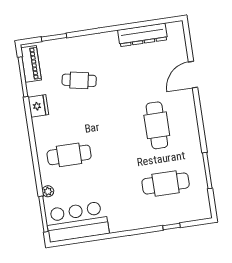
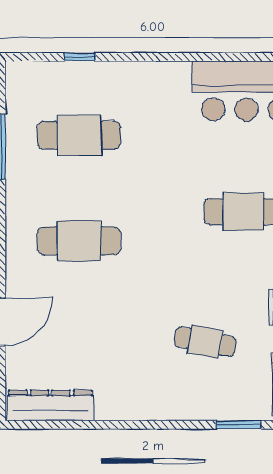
dresser: (143, 35) -> (50, 406), moved
cafe table: (157, 125) -> (79, 241), turned 90

